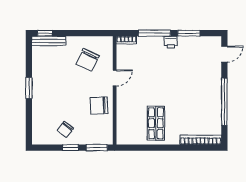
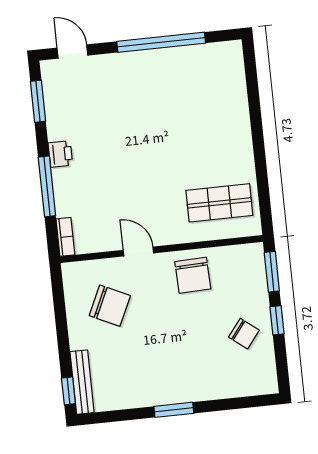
window: (189, 33) -> (38, 101), moved
shop shelf: (156, 123) -> (219, 203), moved
bookcase: (201, 140) -> (237, 79), removed

